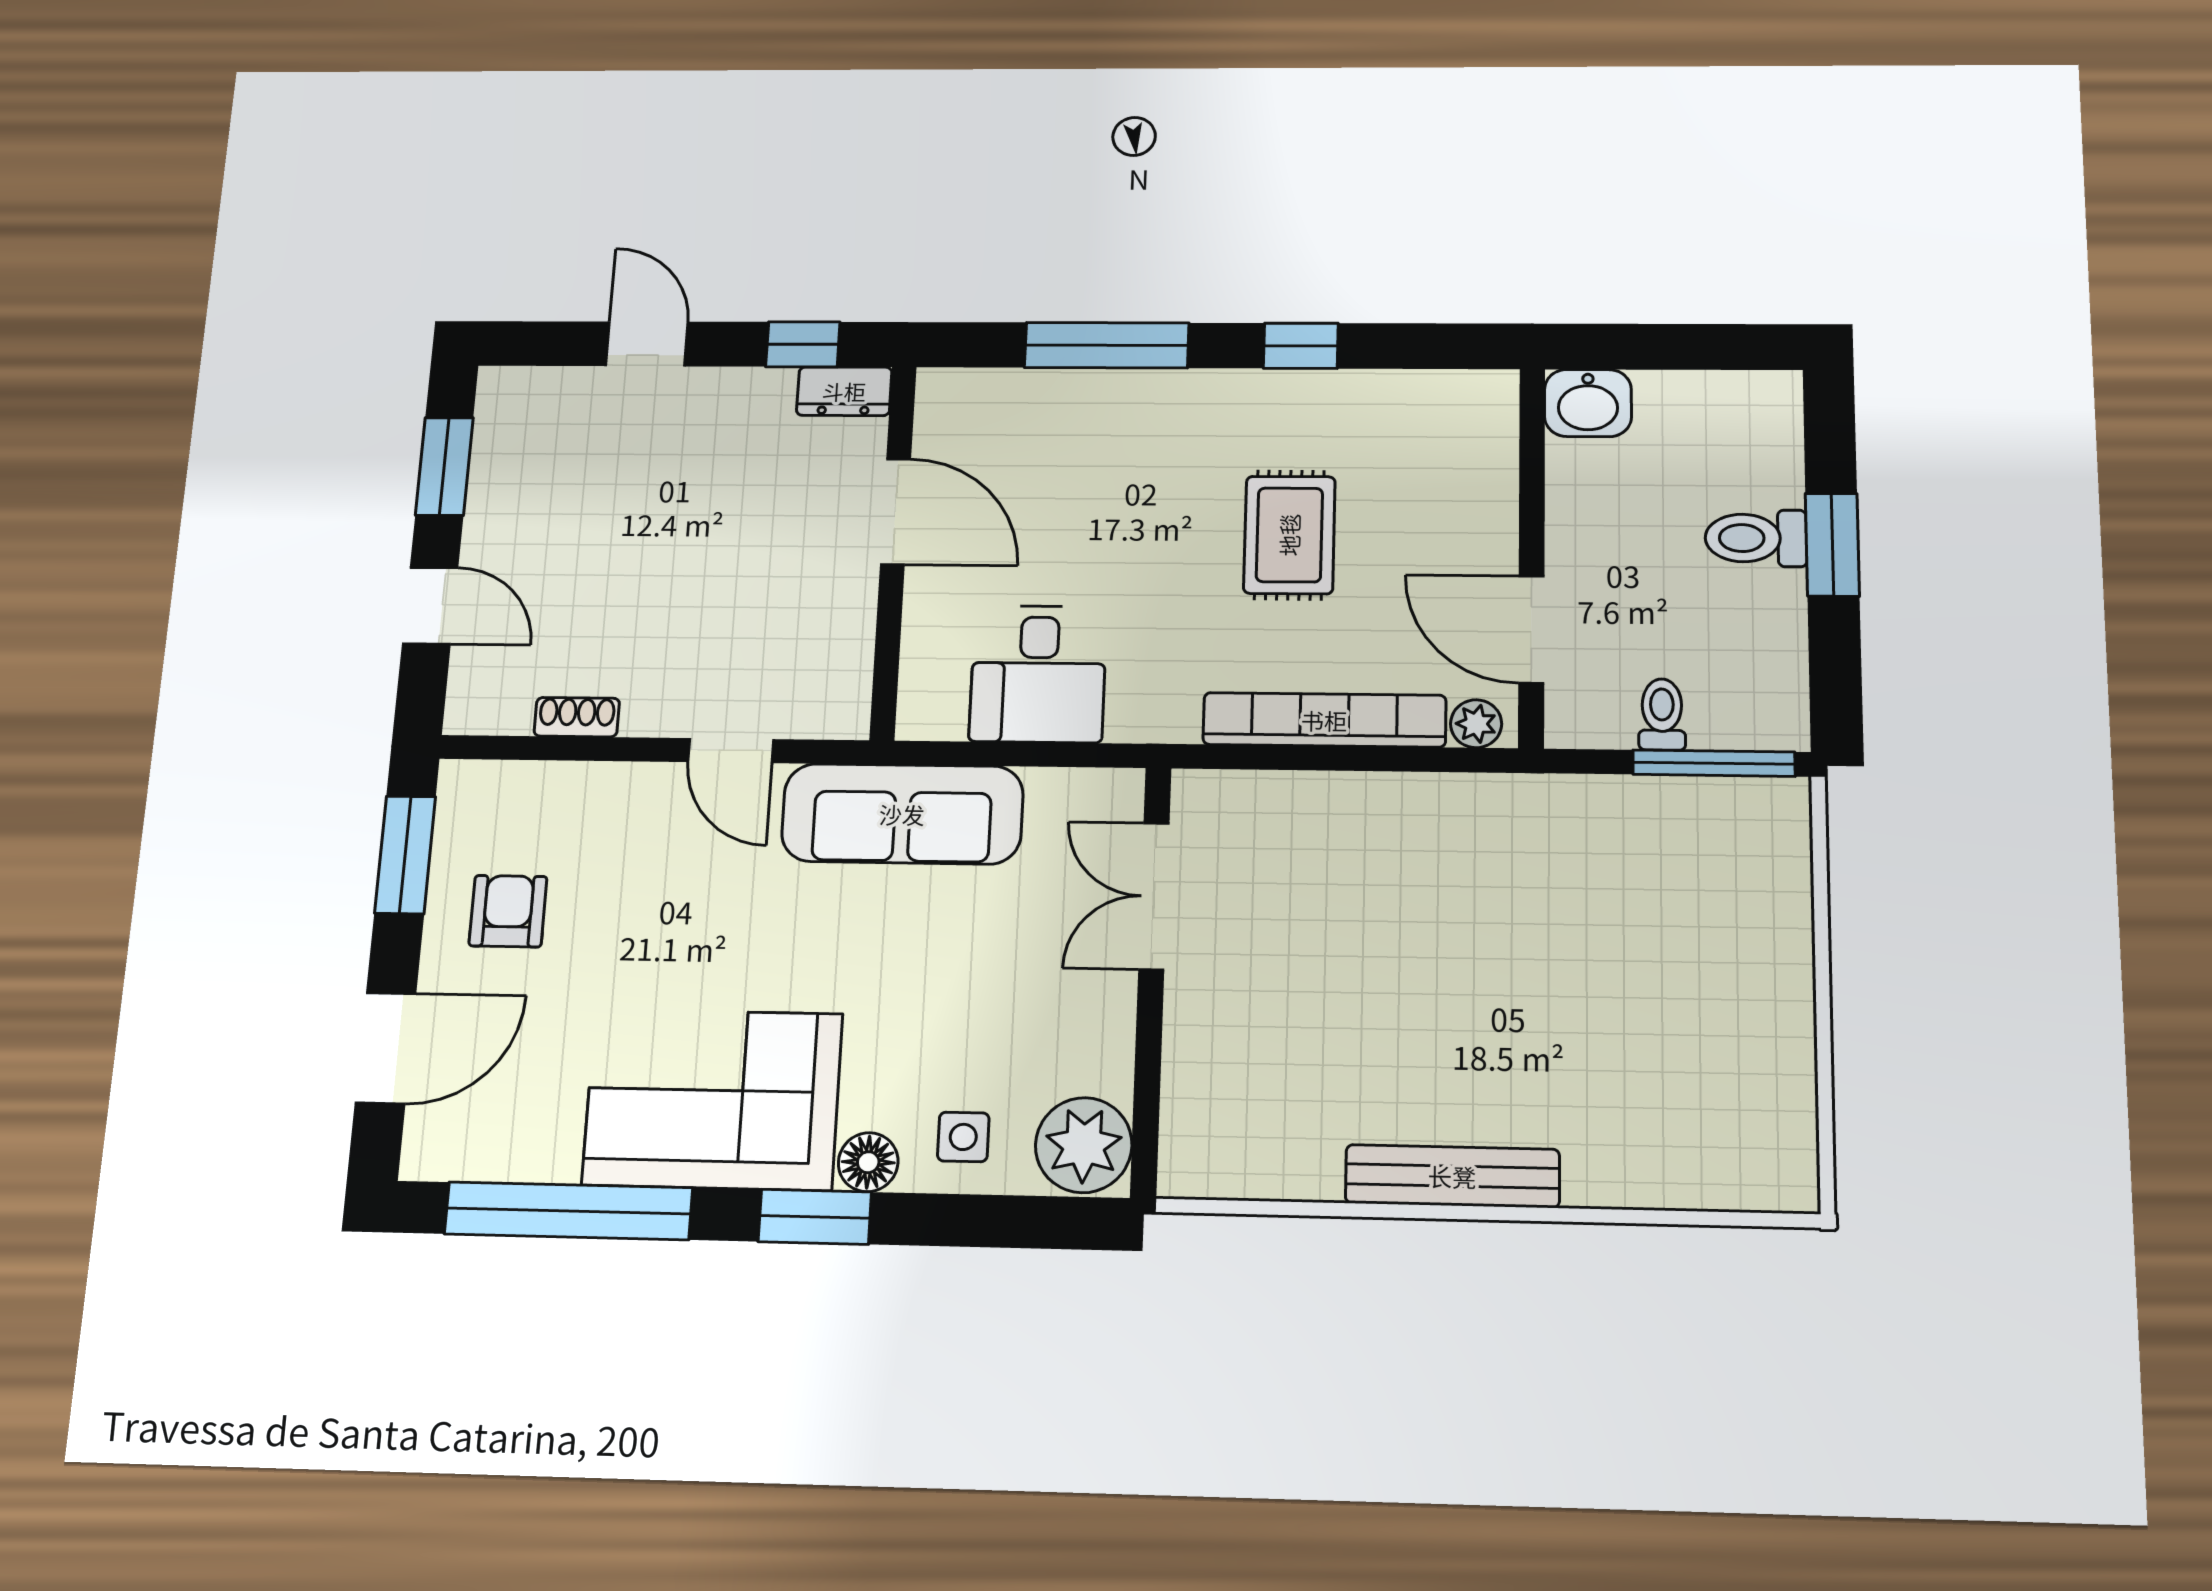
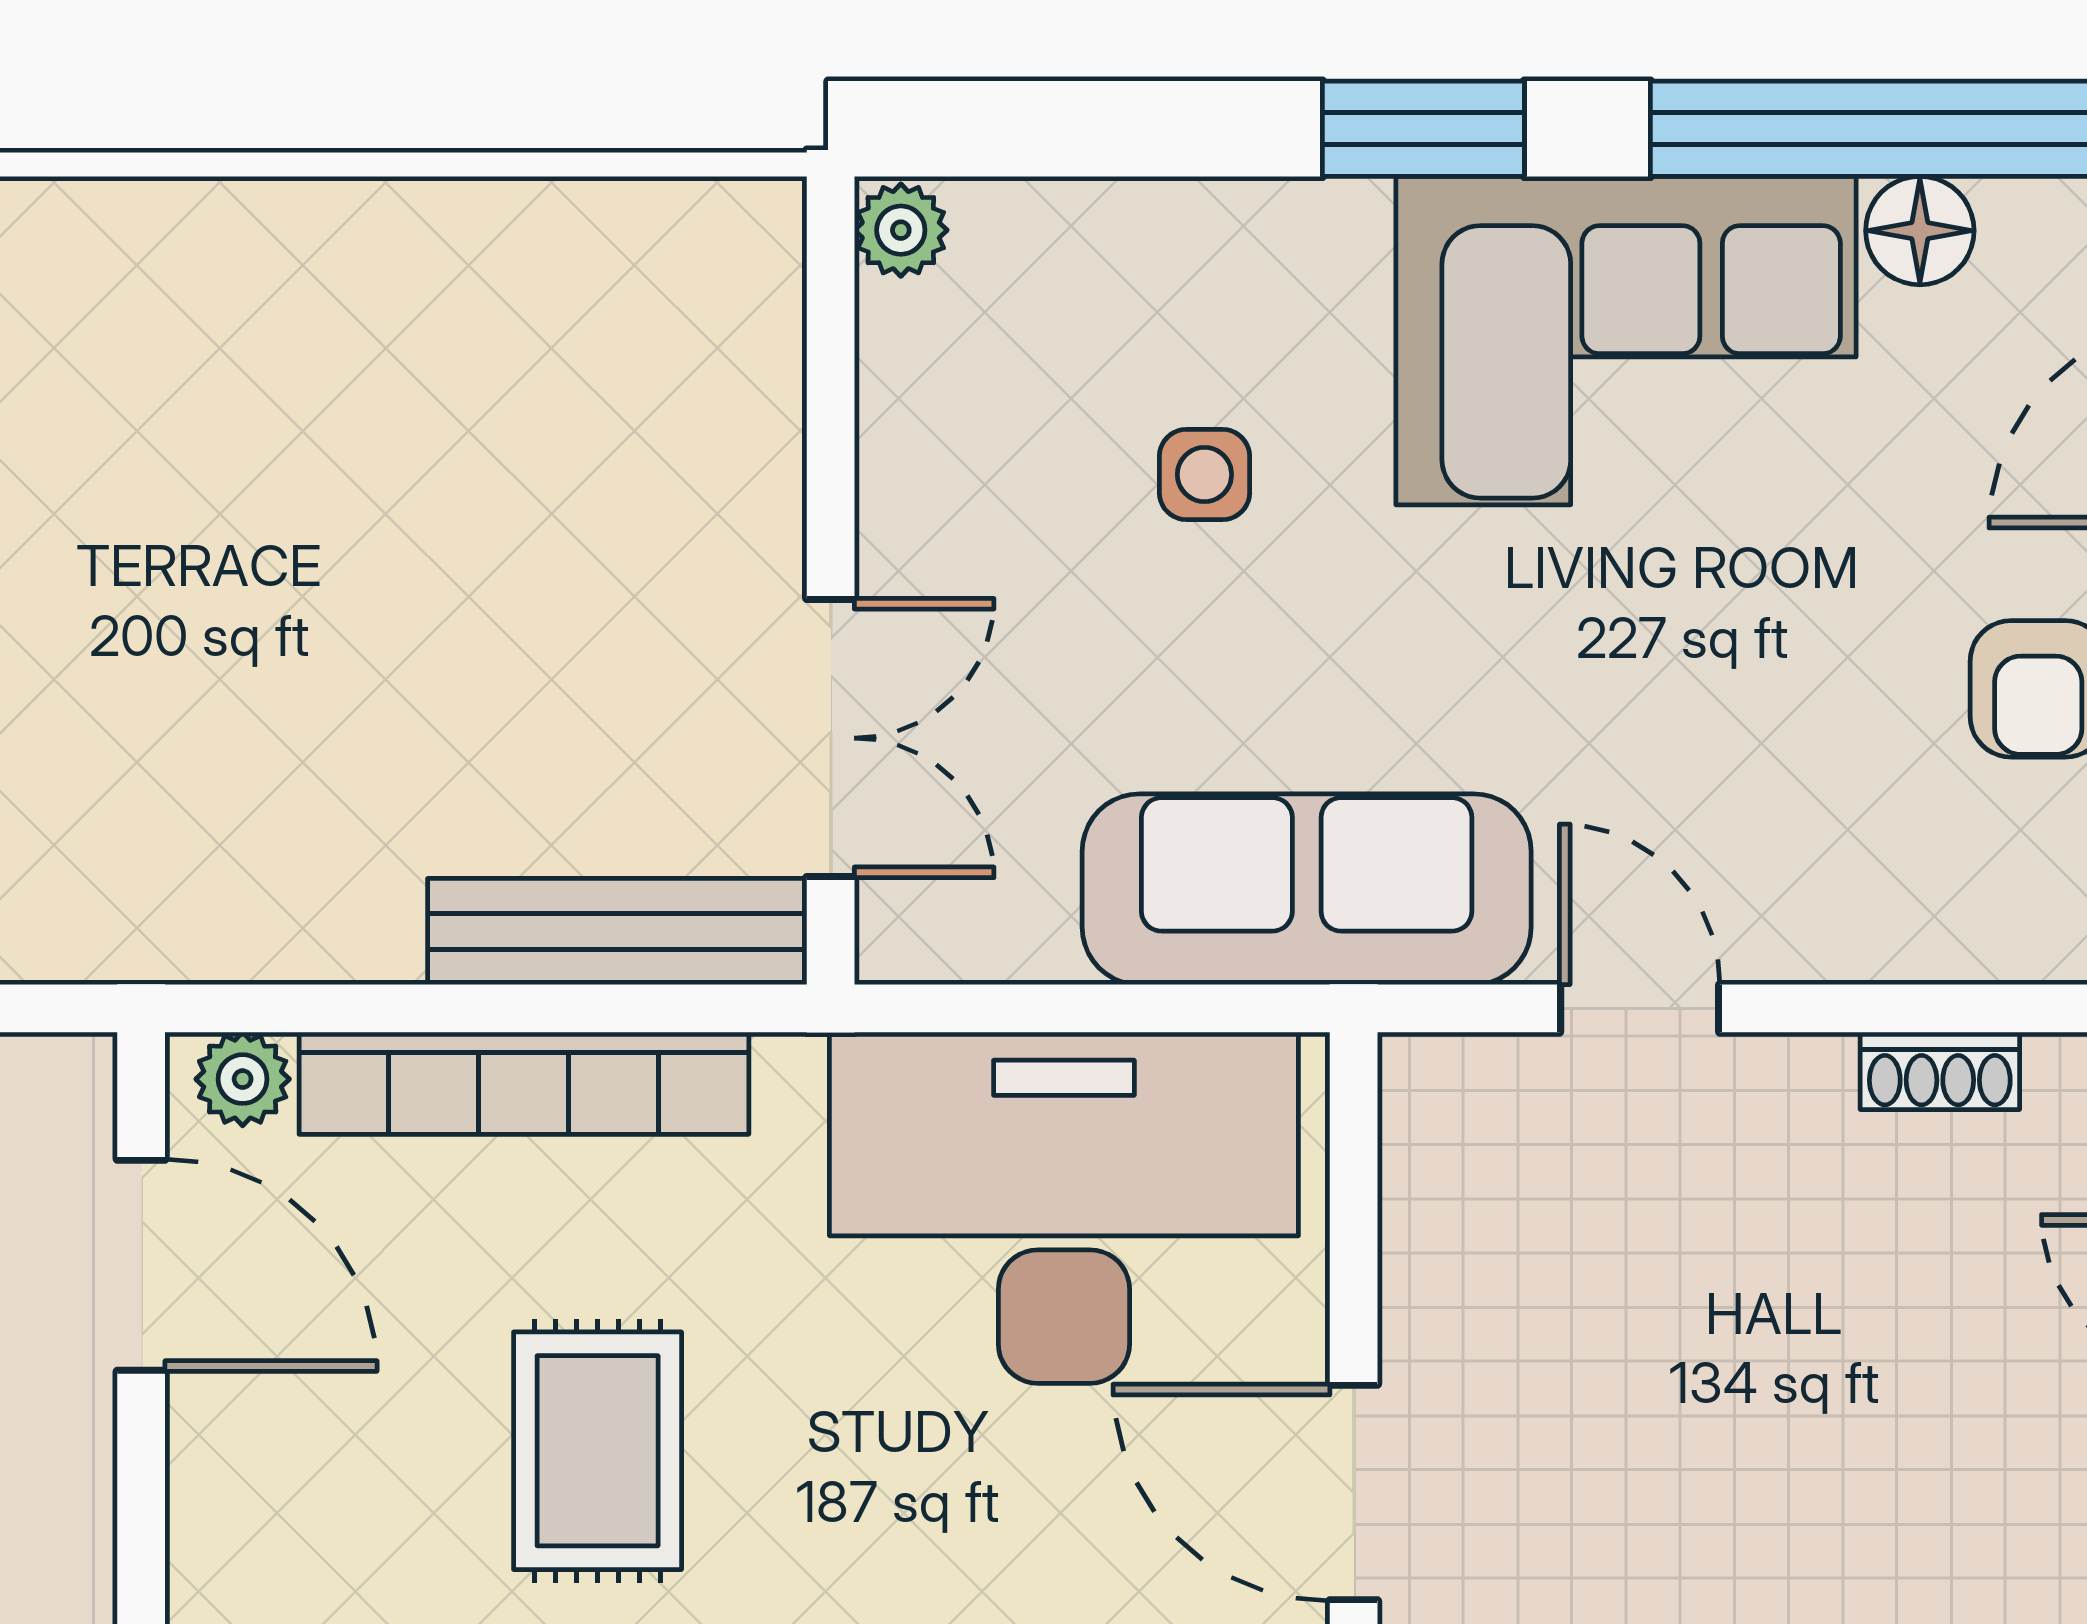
desk: (1038, 674) -> (1064, 1208), width x1.87, depth x1.30
side table: (963, 1137) -> (1204, 475), moved
plant: (1084, 1145) -> (901, 230), width x0.53, depth x0.53
floor lamp: (868, 1162) -> (1920, 231), moved
bench: (1452, 1176) -> (617, 932), moved

